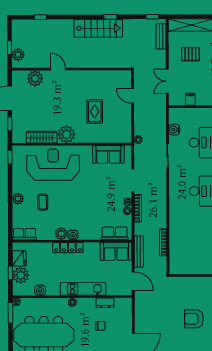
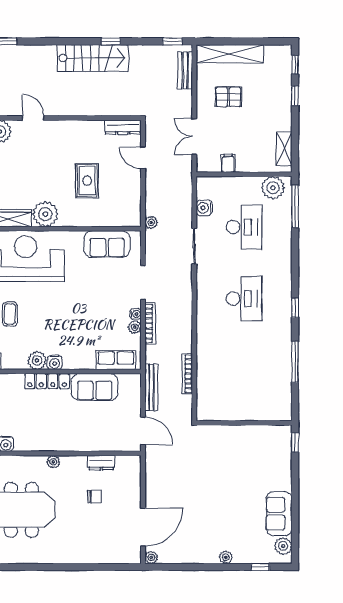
dresser: (119, 75) -> (123, 127), added
sofa: (116, 251) -> (95, 387), moved
kitchen unit: (83, 289) -> (69, 442), removed
armchair: (194, 319) -> (232, 487), removed

